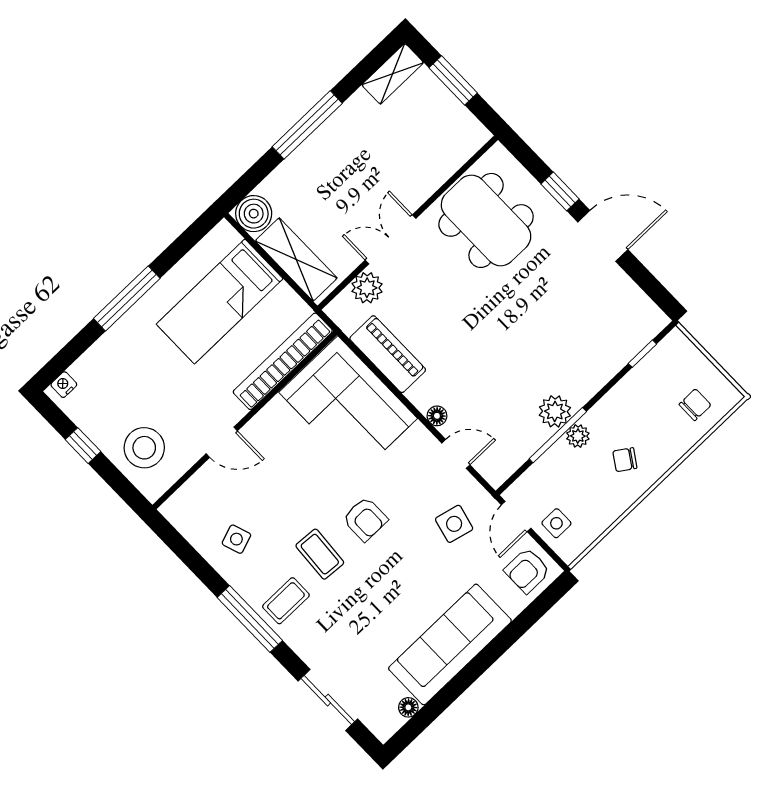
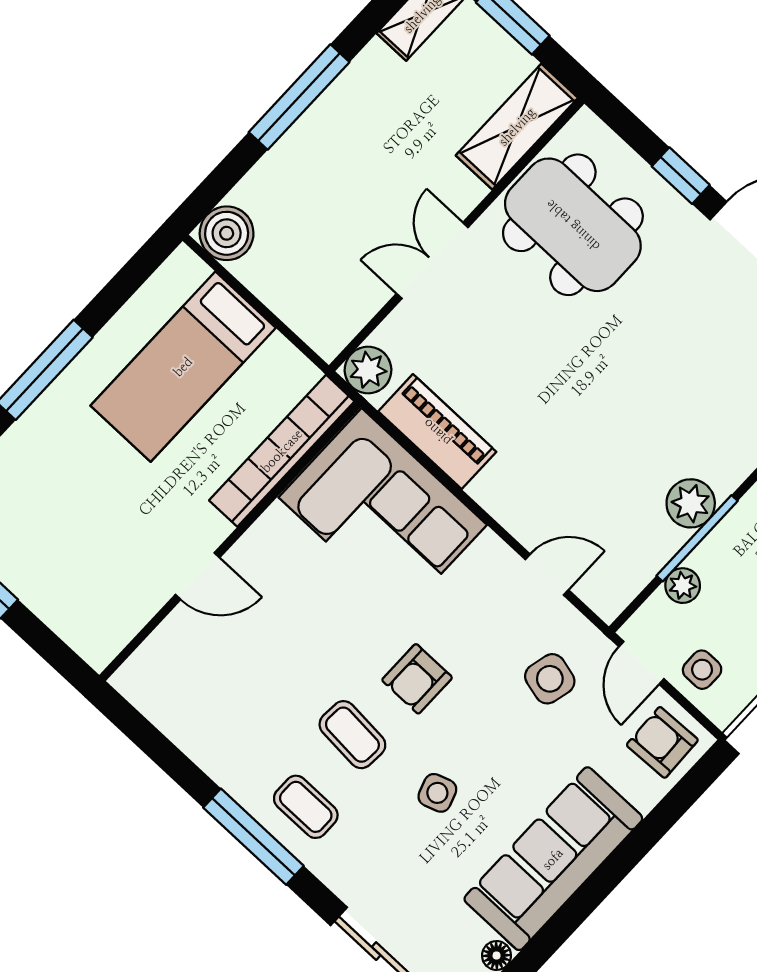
shelving: (296, 259) -> (517, 127), moved, turned 90
plant: (367, 288) -> (368, 370), moved
floor lamp: (437, 416) -> (516, 519), removed
plant: (578, 436) -> (683, 586), moved
stool: (144, 448) -> (83, 590), removed
armchair: (365, 519) -> (417, 679), turned 90
side table: (236, 539) -> (437, 793), moved
armchair: (527, 571) -> (662, 742), turned 88
coffee table: (286, 601) -> (306, 807), turned 90

